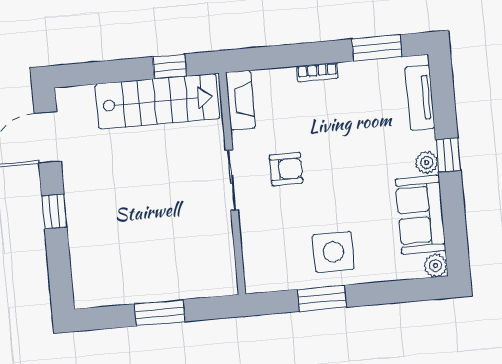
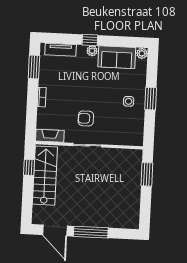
armchair: (286, 169) -> (86, 118), turned -90
window: (54, 211) -> (91, 232), width x2.17
side table: (333, 252) -> (129, 101), width x0.54, depth x0.54
window: (322, 298) -> (151, 99), moved
window: (160, 313) -> (147, 174), moved

